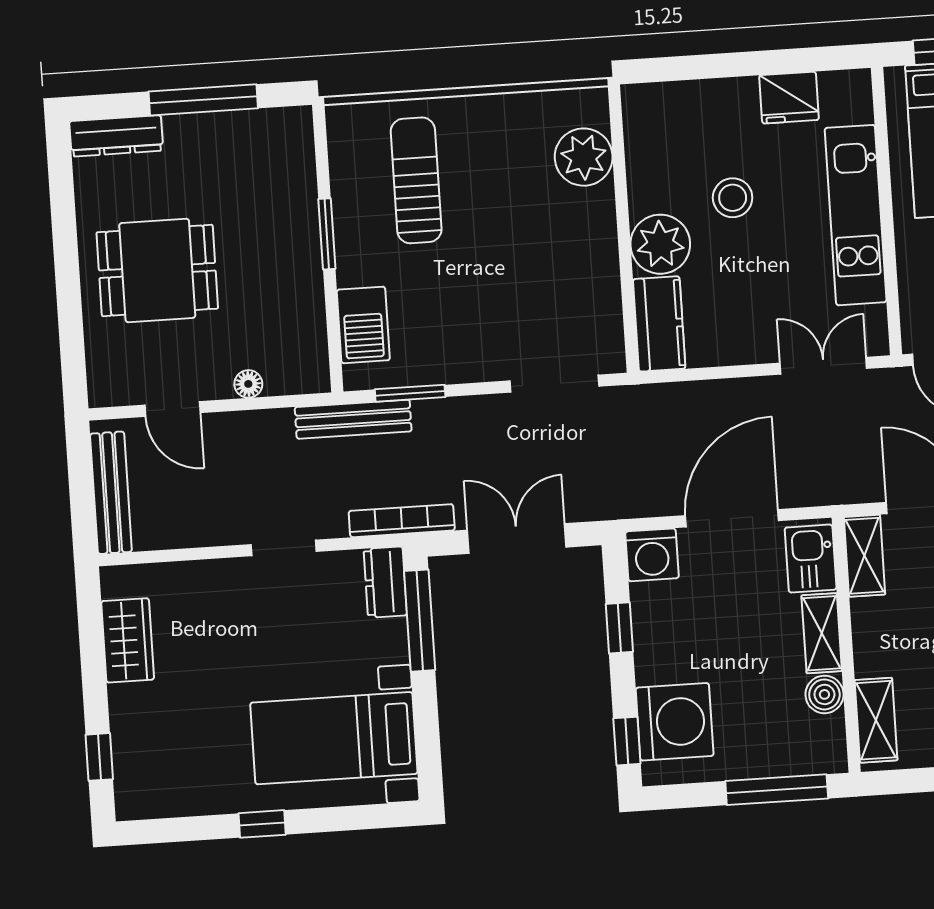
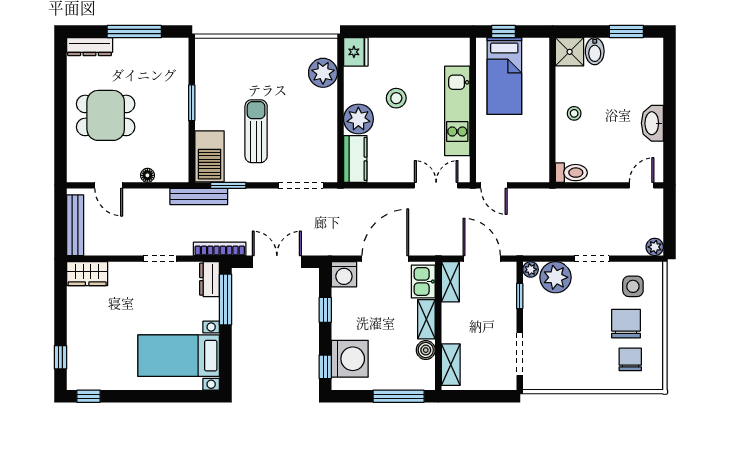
fridge: (789, 98) -> (356, 52), moved, turned -90
sun lounger: (416, 180) -> (256, 131), moved
barbecue: (363, 325) -> (210, 156), width x1.37, depth x1.21
wardrobe: (128, 640) -> (87, 274), moved, turned 90
window: (262, 824) -> (89, 396), moved

